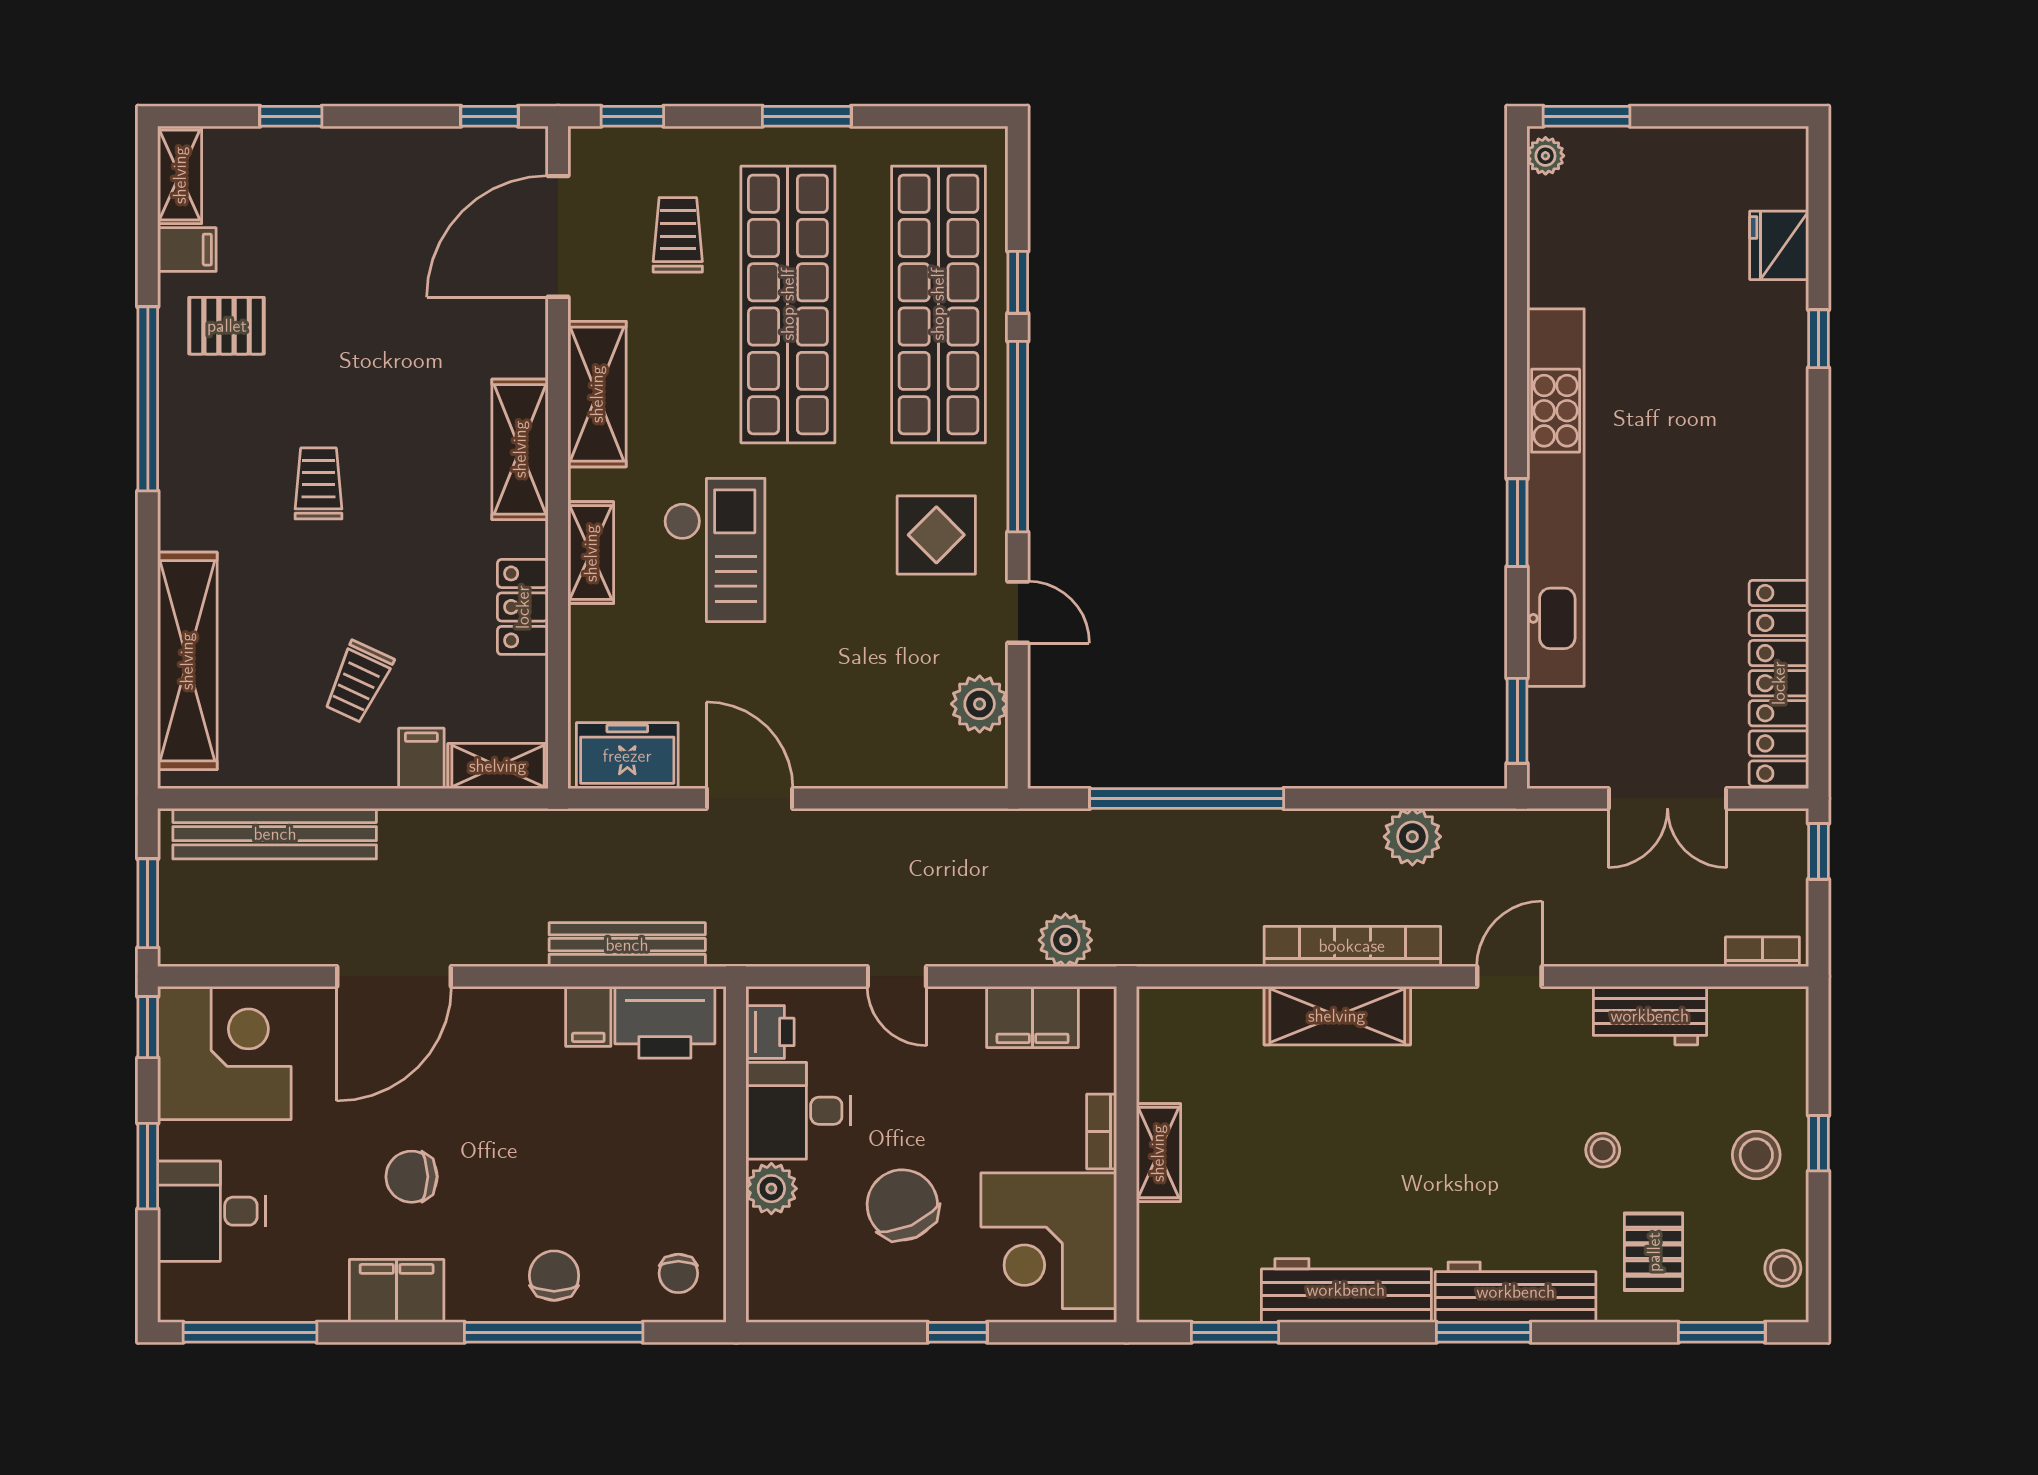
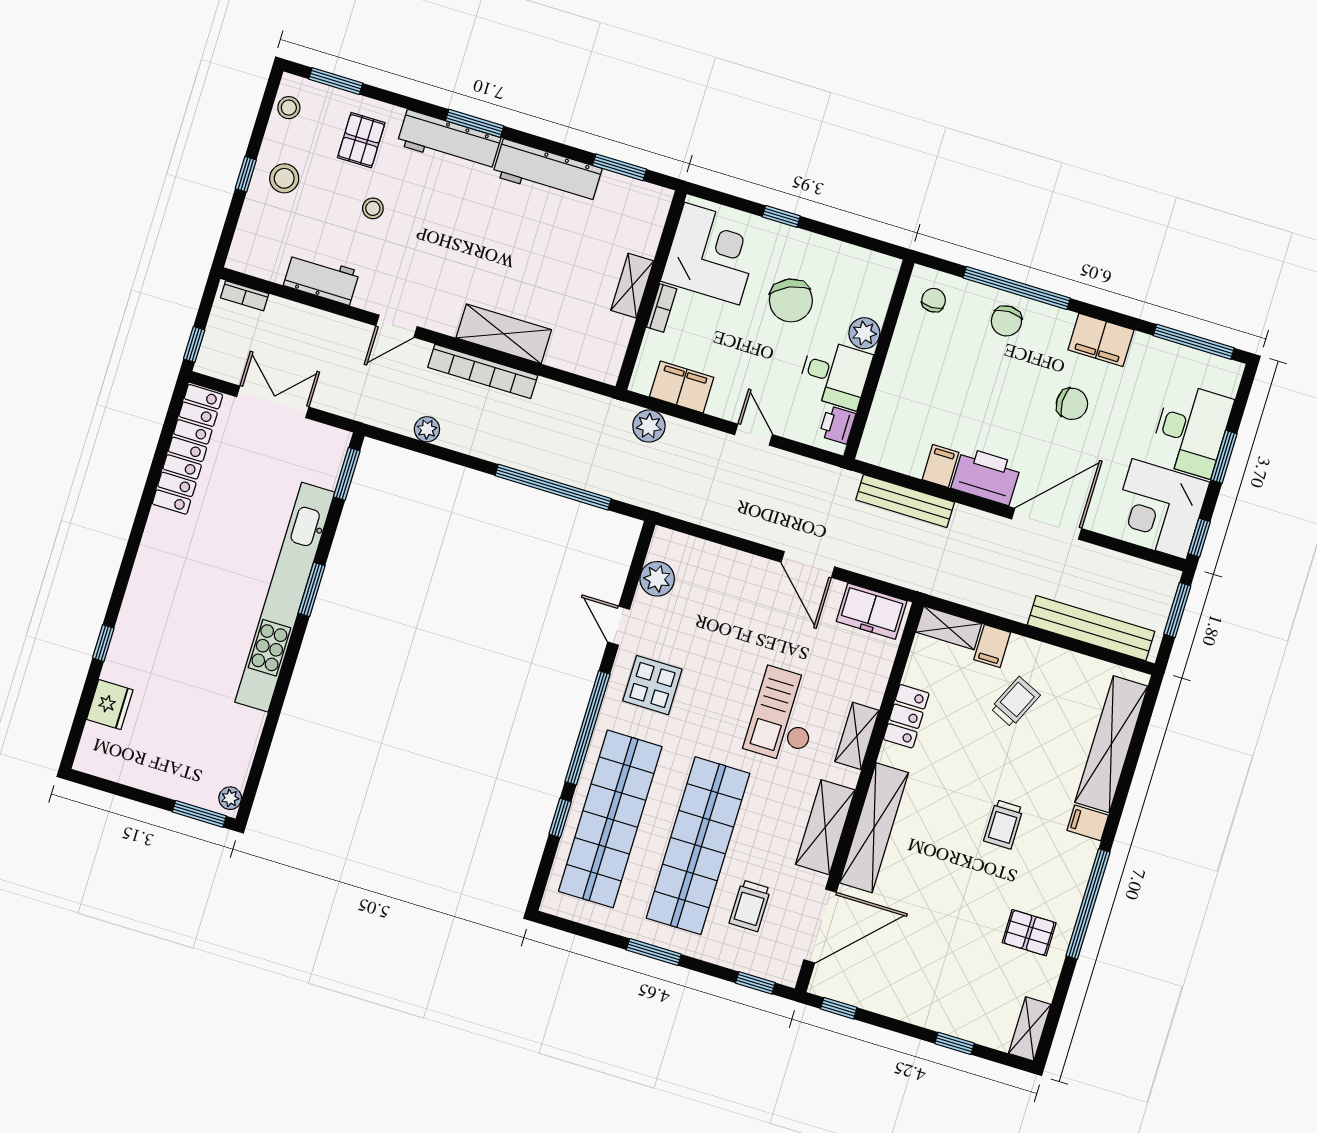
filing cabinet: (187, 250) -> (1088, 823), moved
shelving: (520, 449) -> (874, 828), width x1.47
plant: (1412, 837) -> (427, 429), width x0.73, depth x0.73
printer: (665, 1022) -> (986, 476), moved
desk: (212, 1211) -> (1191, 430), width x1.37

